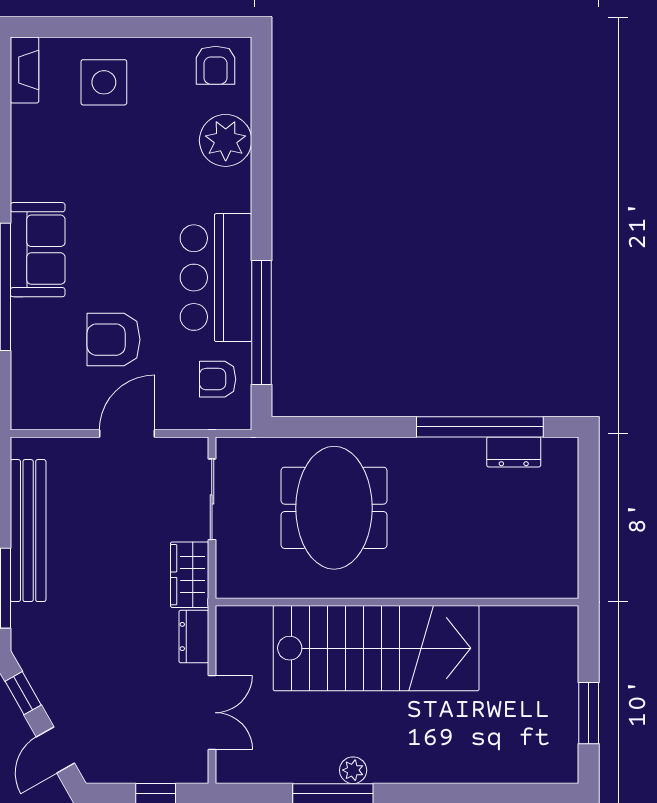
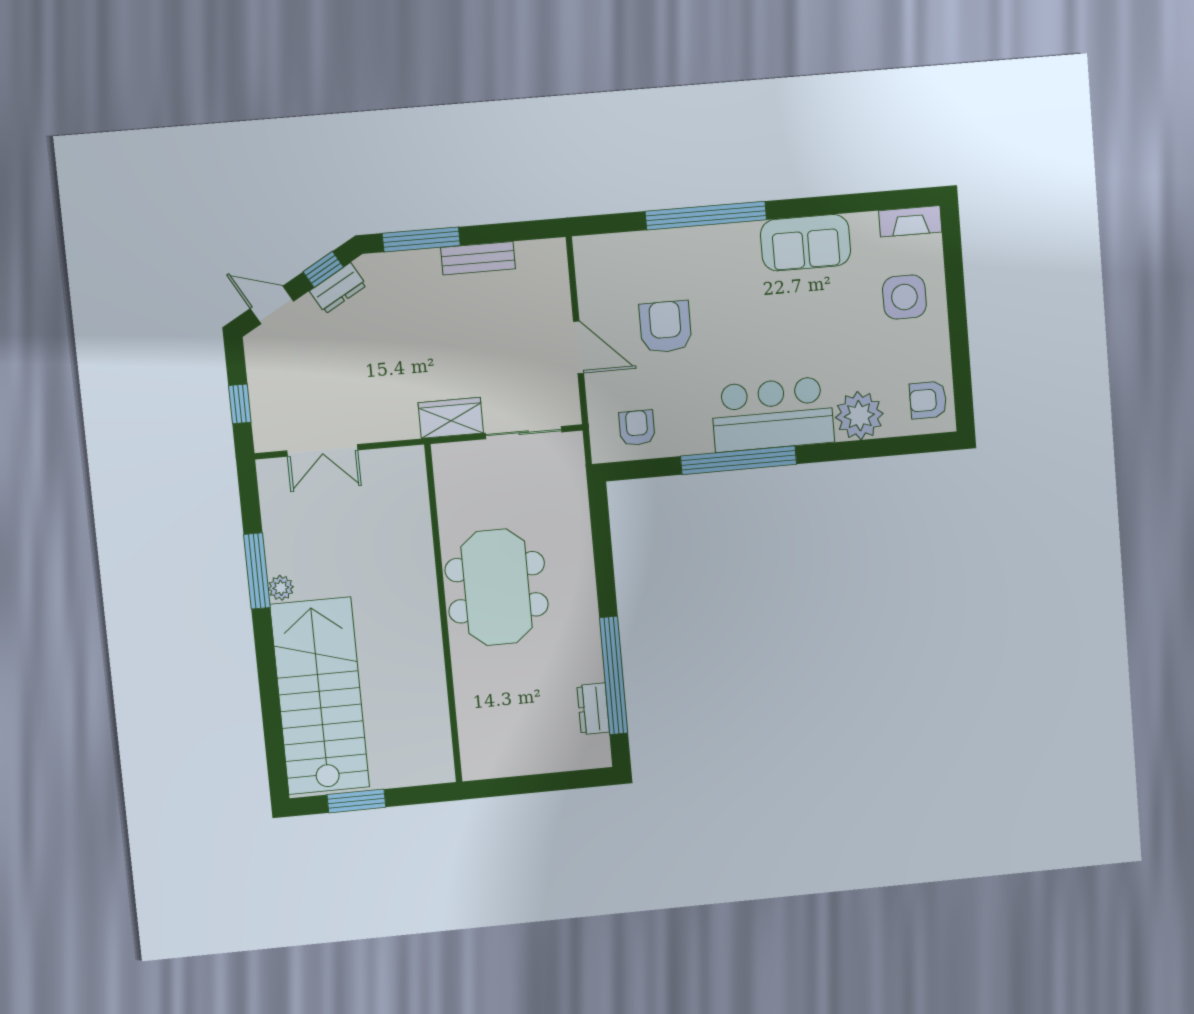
sofa: (38, 250) -> (806, 243), moved
bar counter: (216, 278) -> (773, 414), moved
window: (262, 322) -> (739, 460), moved
meeting table: (334, 508) -> (497, 587), moved, turned 90
bench: (28, 531) -> (478, 258), width x0.54, depth x0.82
dresser: (194, 637) -> (338, 288), moved, turned 150
stairs: (376, 648) -> (320, 696), moved, turned 180

